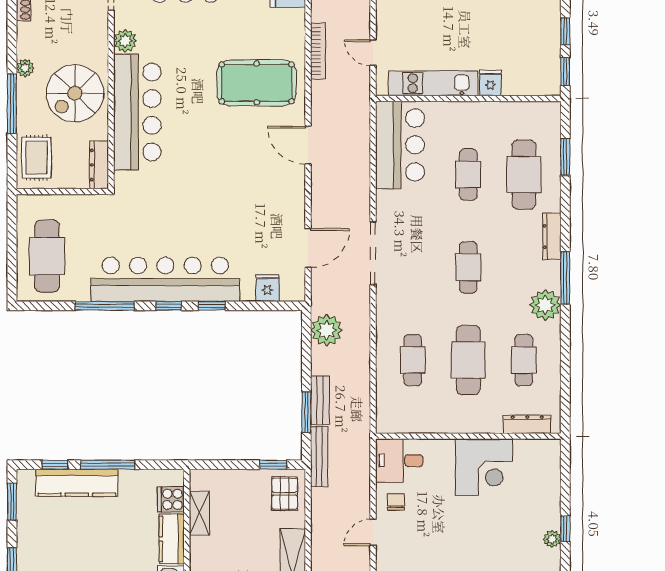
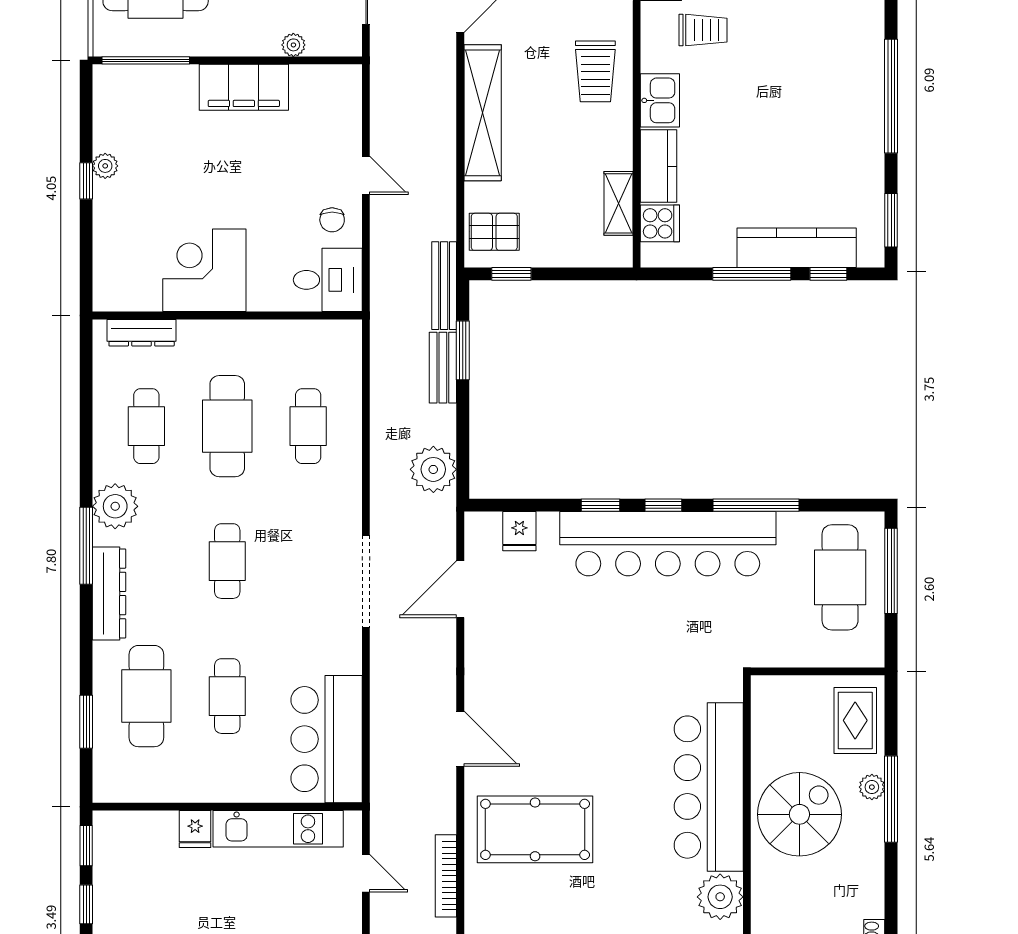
plant: (125, 41) -> (720, 897), width x1.36, depth x1.36
plant: (25, 68) -> (872, 787), moved
dresser: (99, 165) -> (764, 710), removed
dresser: (552, 236) -> (109, 593), width x1.37, depth x1.24
window: (12, 261) -> (891, 571), added
pallet: (285, 494) -> (494, 232), turned 90
door: (373, 532) -> (366, 175), hinge flipped

